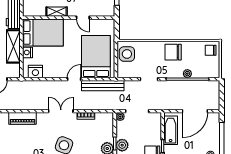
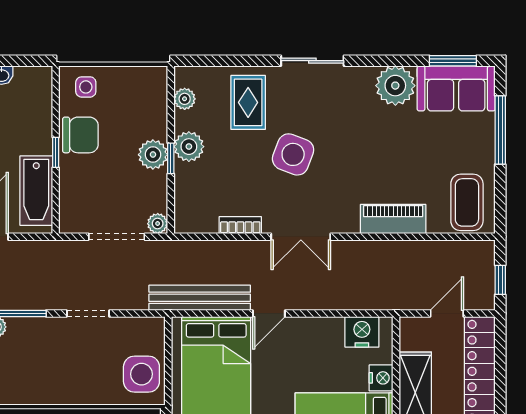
chair: (173, 52) -> (30, 378), removed

